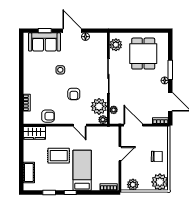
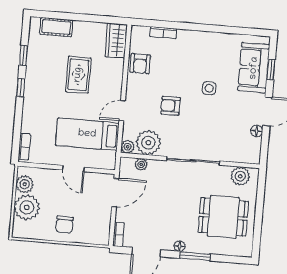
bed: (82, 170) -> (87, 134), moved, turned 180
plant: (160, 182) -> (27, 207), moved

